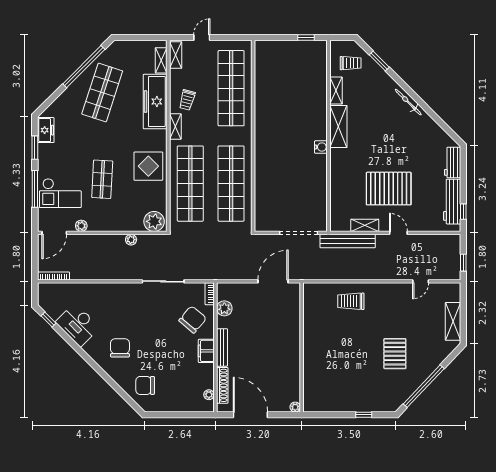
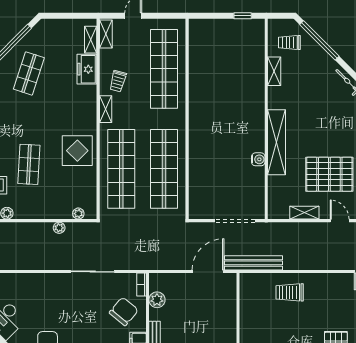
window: (379, 61) -> (319, 40), width x2.11
trolley: (351, 63) -> (289, 43), turned 180
shop shelf: (102, 93) -> (29, 73), width x0.70, depth x0.74
freezer: (155, 102) -> (87, 69), width x0.52, depth x0.79
shelving: (338, 127) -> (277, 142), moved, width x1.47
water cooler: (321, 147) -> (258, 159), moved
plant: (154, 221) -> (78, 214), width x0.53, depth x0.53
bench: (348, 241) -> (253, 263), moved

